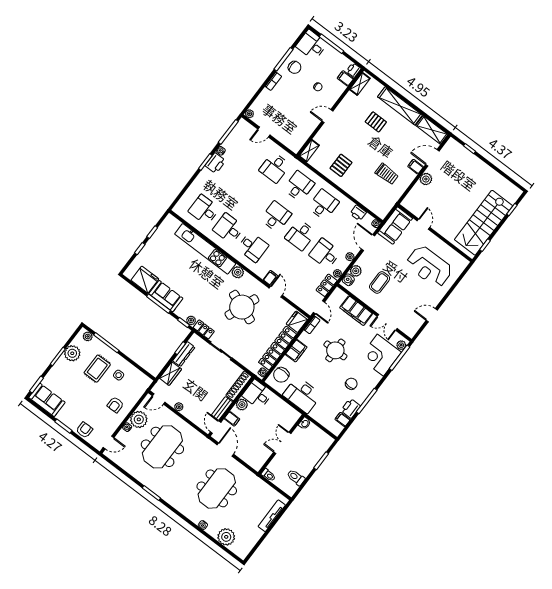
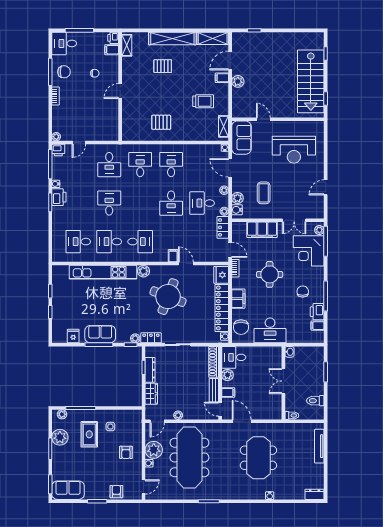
shelving: (309, 151) -> (224, 126), moved
pallet: (341, 165) -> (161, 122), turned 90
printer: (358, 213) -> (58, 150), moved
desk: (276, 217) -> (109, 203), moved
fridge: (145, 280) -> (73, 336), width x0.53, depth x0.75
meeting table: (162, 447) -> (189, 457), width x1.36
plant: (226, 537) -> (296, 491), removed
dresser: (239, 551) -> (315, 494), added

